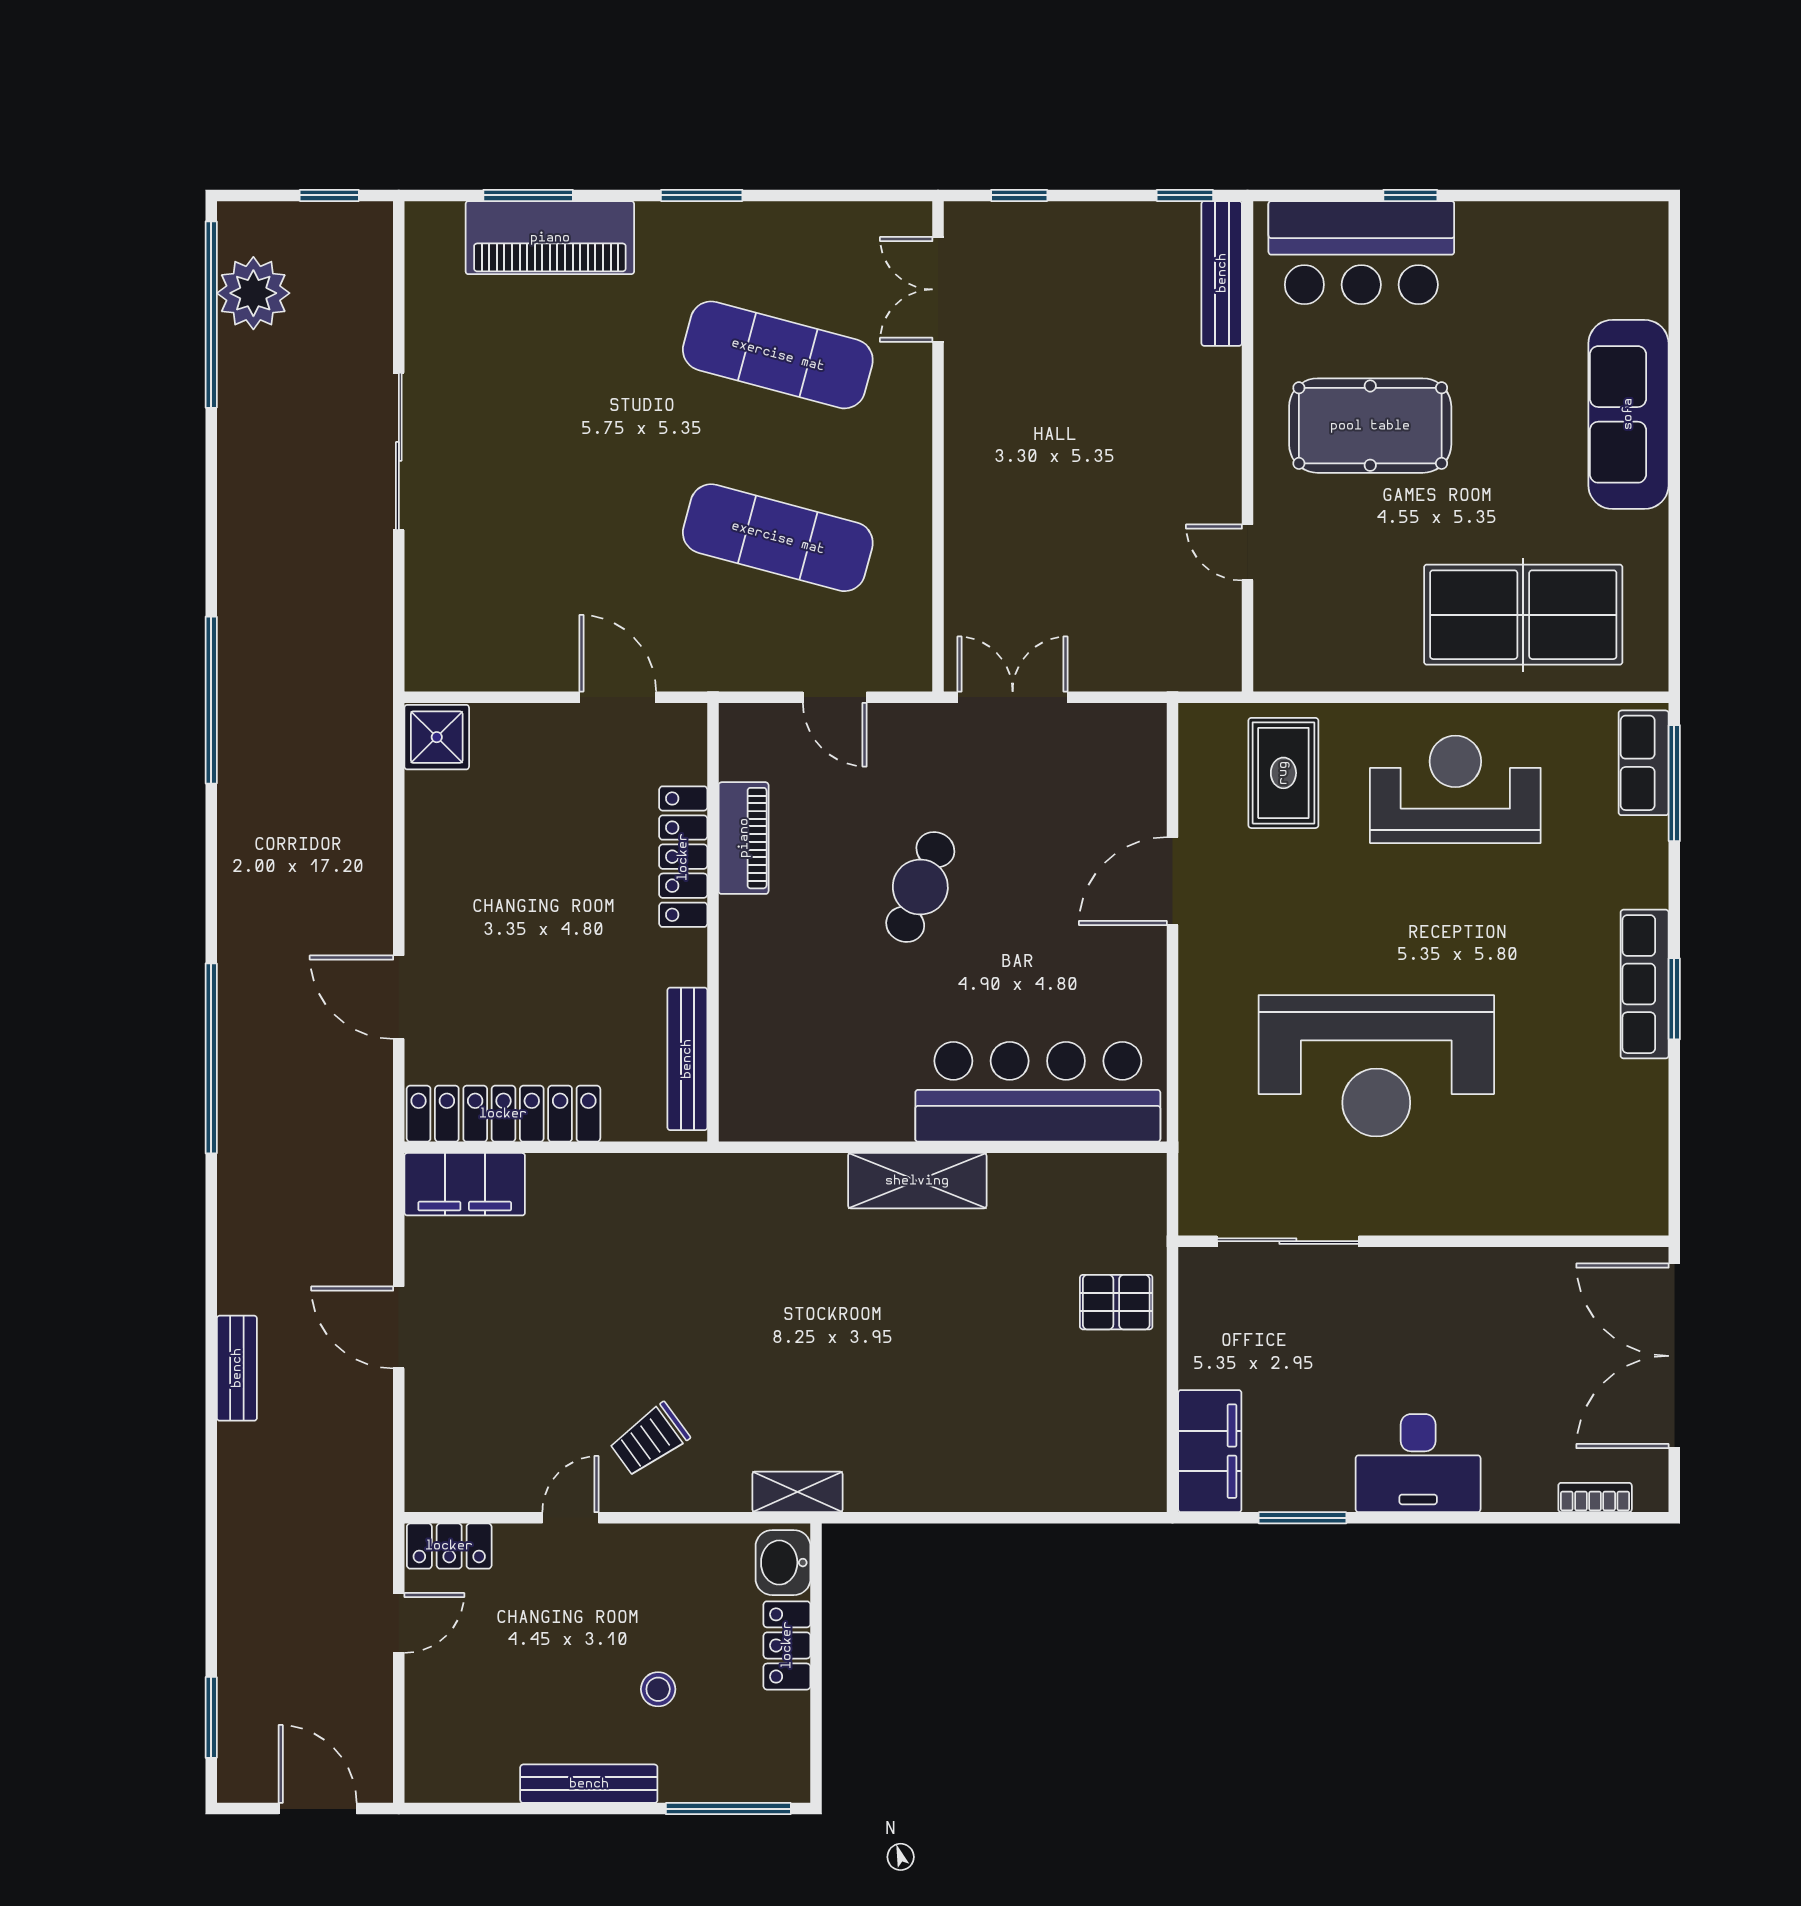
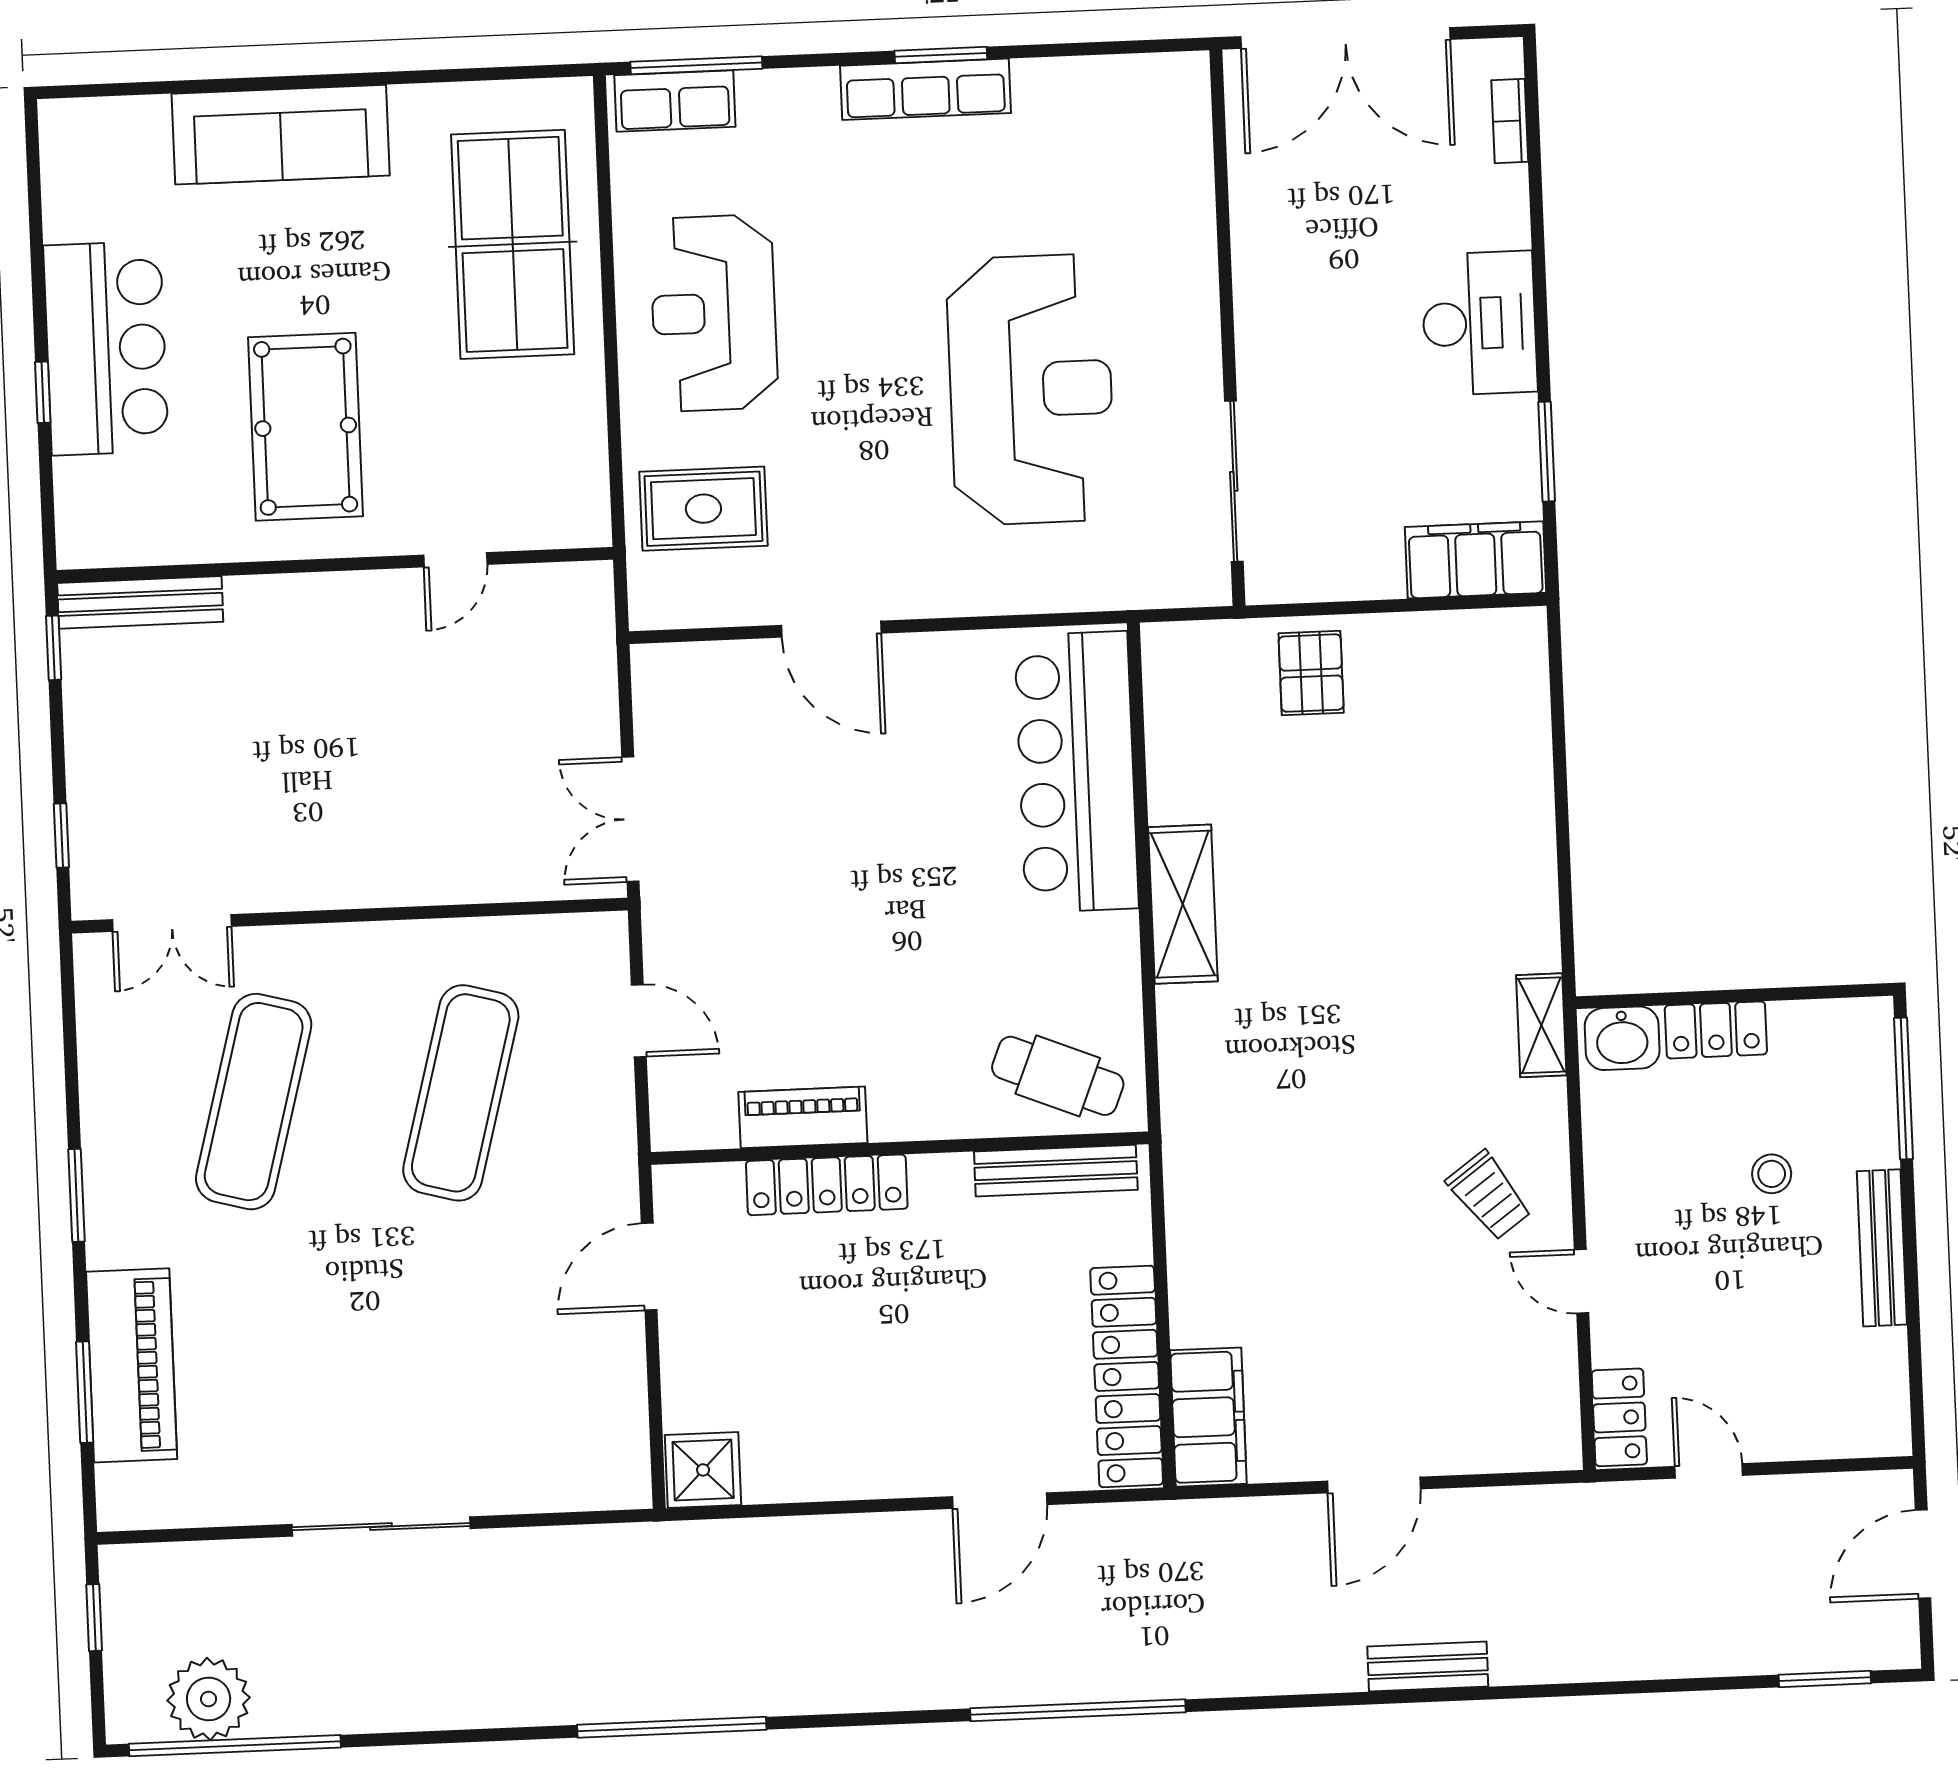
bar counter: (1361, 253) -> (106, 348), moved
door: (835, 697) -> (639, 1021), hinge flipped
cafe table: (920, 887) -> (1058, 1076), moved

